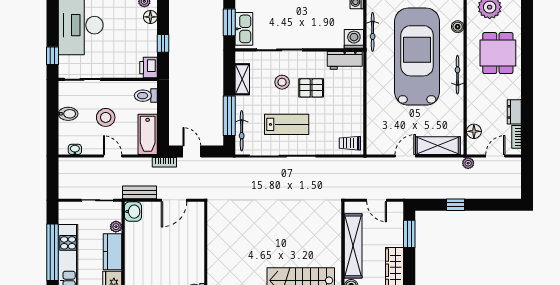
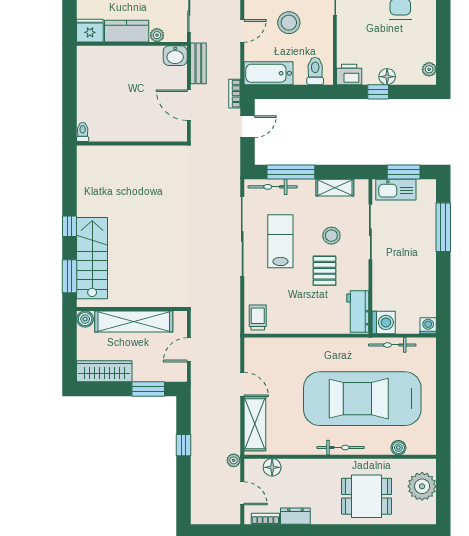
floor lamp: (150, 17) -> (387, 77), moved
car: (417, 57) -> (362, 399), turned 180
lab bench: (287, 124) -> (280, 241), turned 180

